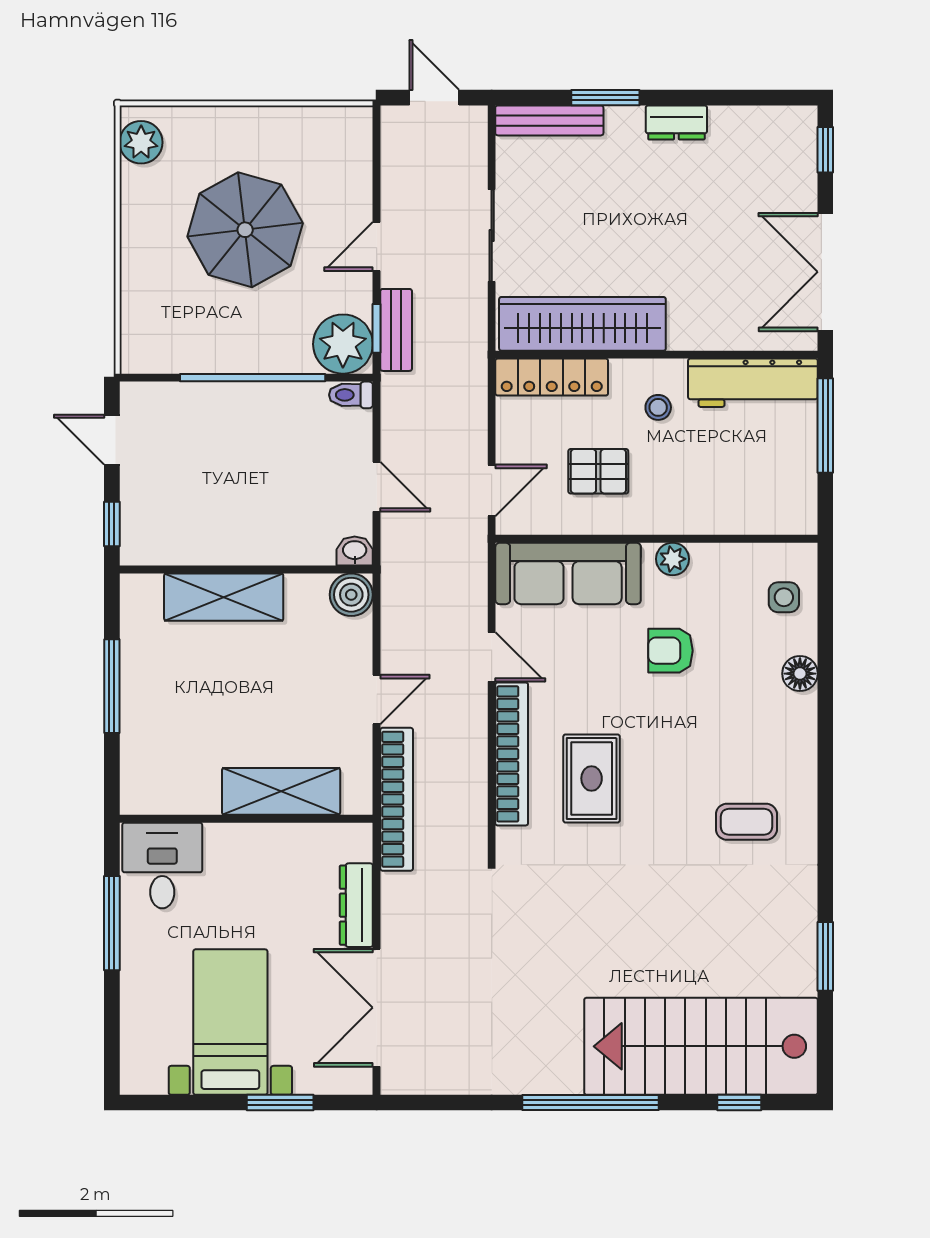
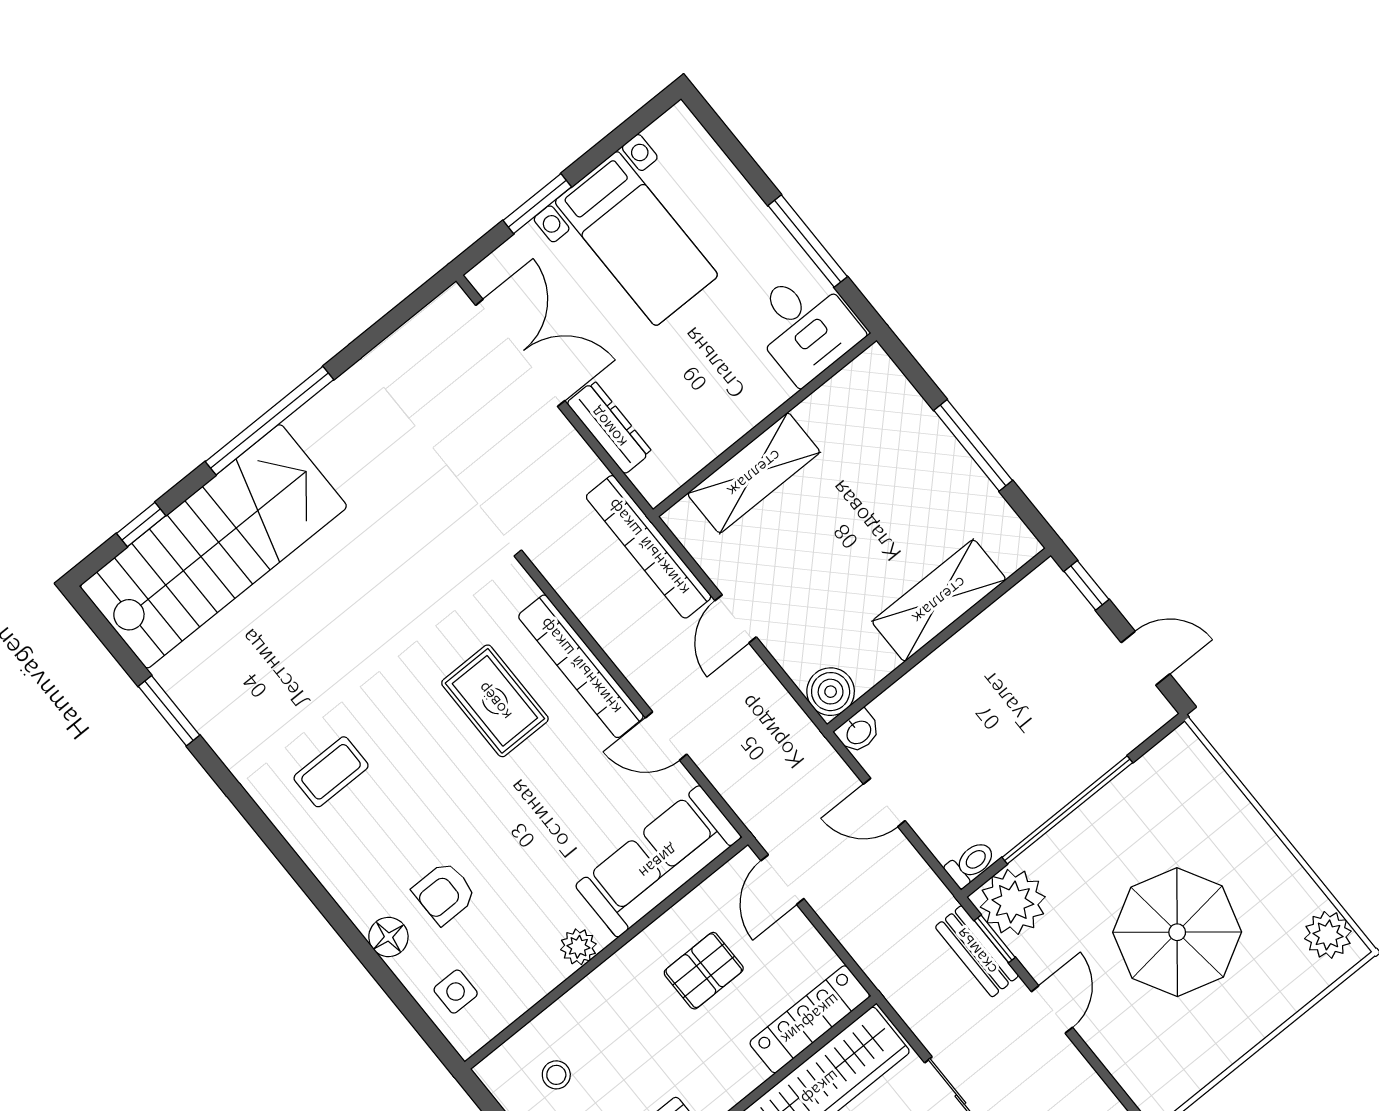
stool: (658, 407) -> (556, 1075), moved
armchair: (670, 651) -> (444, 893), moved, turned 180

